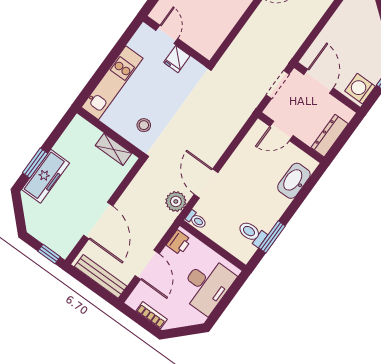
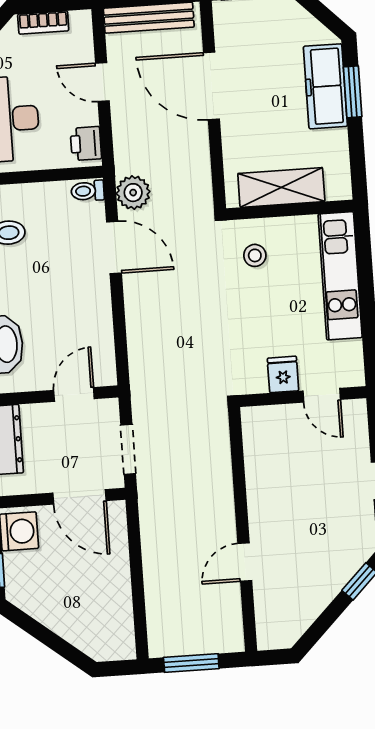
shelving: (114, 149) -> (281, 187), width x1.50, depth x1.33
door: (147, 265) -> (102, 82), width x0.73

